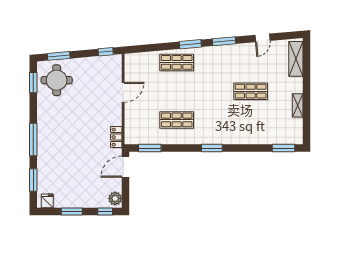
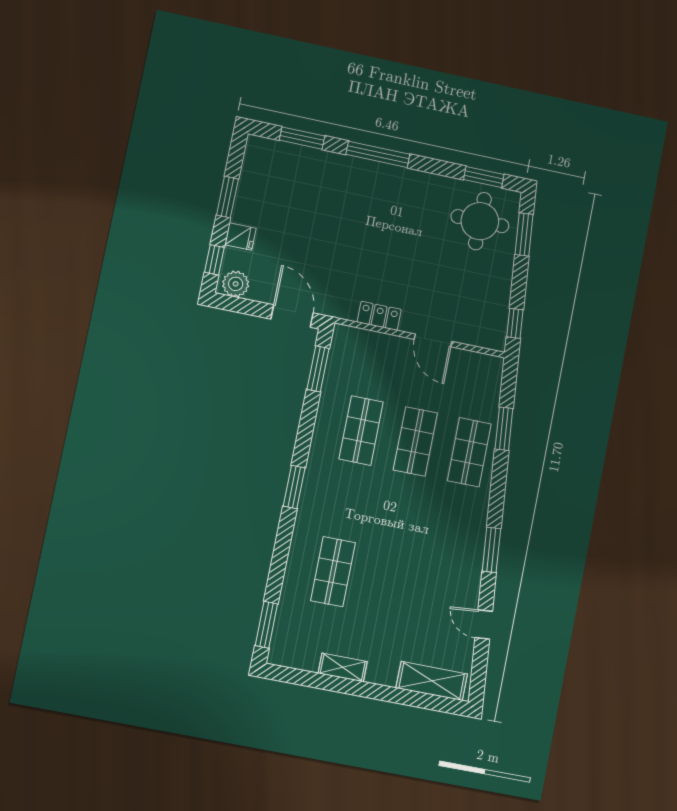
window: (190, 44) -> (504, 429), moved
shop shelf: (177, 91) -> (415, 441), added
shop shelf: (251, 91) -> (333, 572), moved
locker: (116, 137) -> (379, 316), moved
fridge: (47, 201) -> (240, 237), moved

